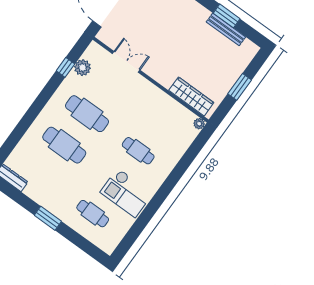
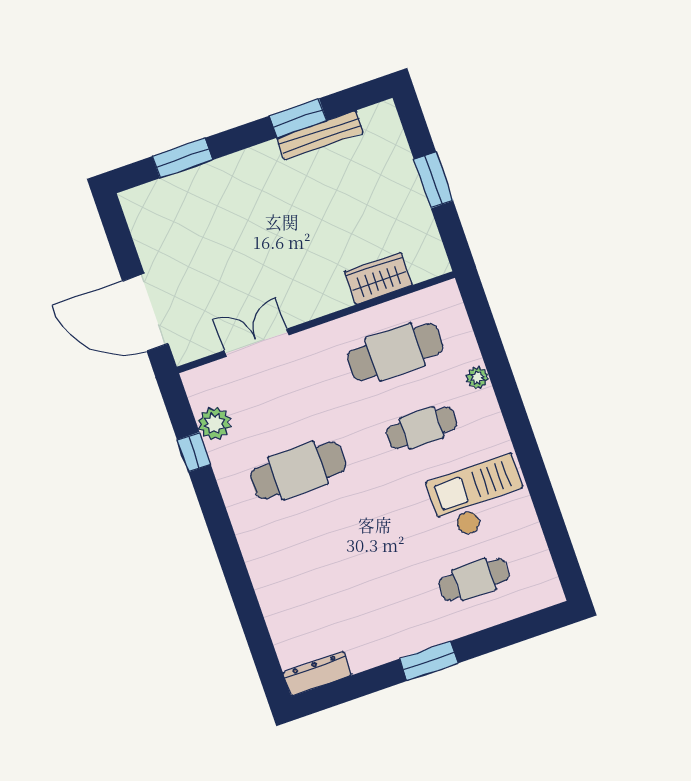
wardrobe: (191, 96) -> (378, 278), width x0.67
plant: (199, 124) -> (477, 378), moved
cafe table: (64, 145) -> (395, 352), moved
checkout: (126, 193) -> (479, 498), turned 180

